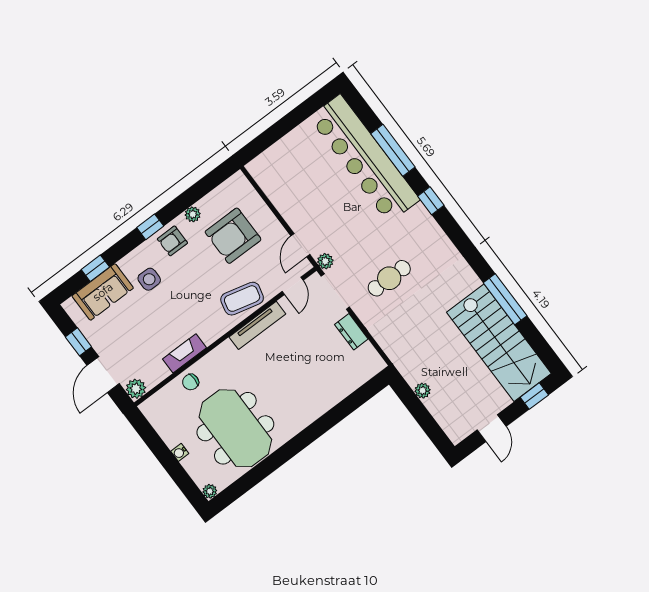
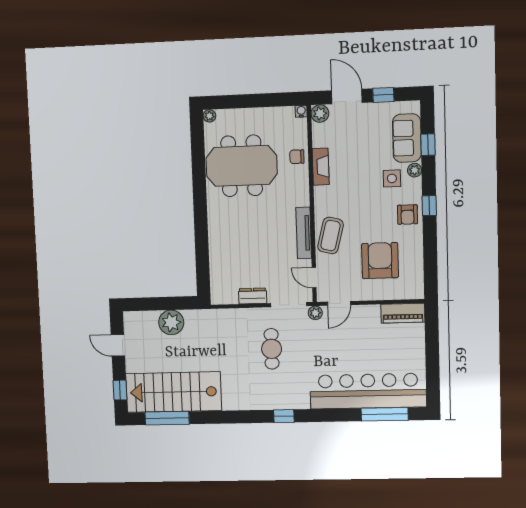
window: (393, 150) -> (385, 414), moved
piano: (267, 179) -> (403, 313), added
window: (431, 201) -> (284, 416), moved
plant: (193, 214) -> (415, 170), moved
armchair: (172, 241) -> (407, 215), turned 180
door: (300, 245) -> (339, 303), swing flipped
window: (505, 299) -> (167, 418), moved
chair: (191, 382) -> (297, 157), turned -90
plant: (423, 391) -> (171, 322), width x1.88, depth x1.88
water cooler: (180, 452) -> (301, 111), moved

